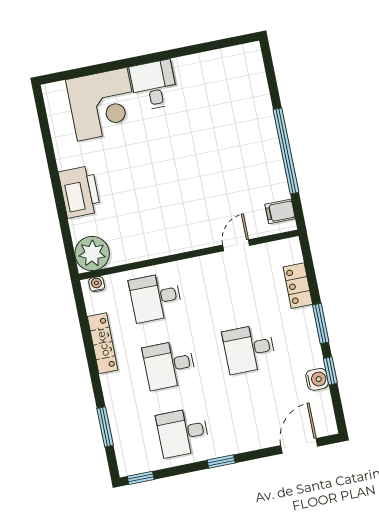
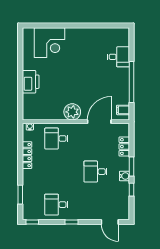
desk: (154, 85) -> (119, 57), moved, turned 90
door: (236, 245) -> (99, 122), width x1.87
plant: (92, 253) -> (72, 112), moved
desk: (169, 365) -> (56, 172), removed
water cooler: (317, 379) -> (124, 176), moved
door: (299, 446) -> (110, 222), swing flipped

